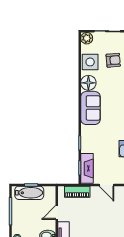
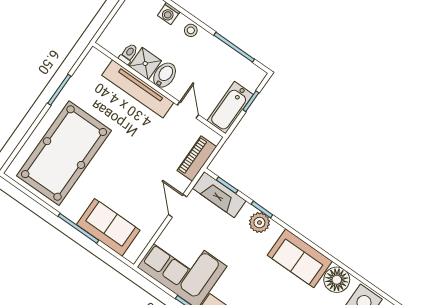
plant: (87, 140) -> (259, 223), added
door: (107, 185) -> (178, 206), hinge flipped
bathtub: (29, 193) -> (230, 108), moved

